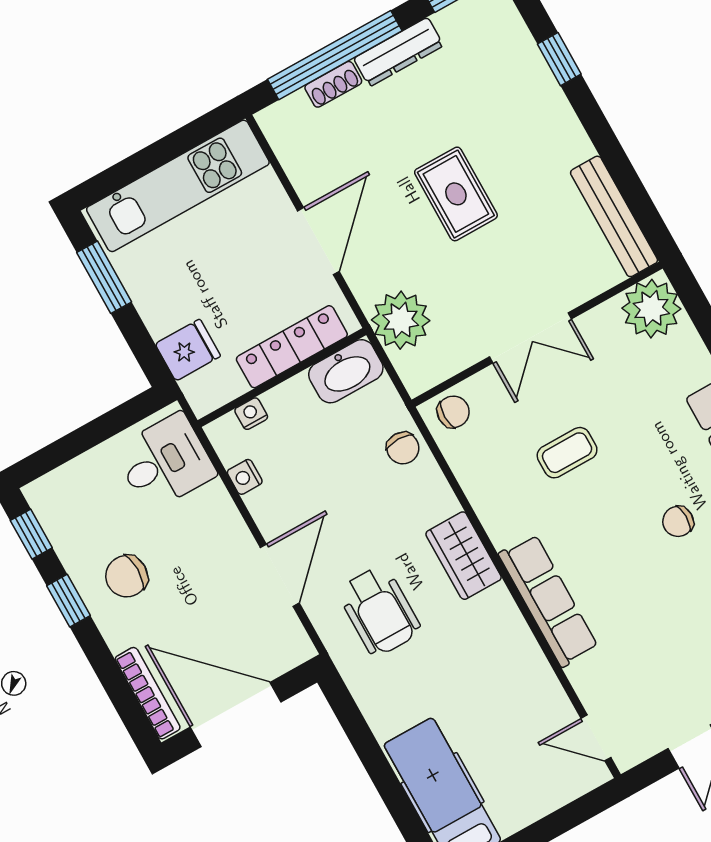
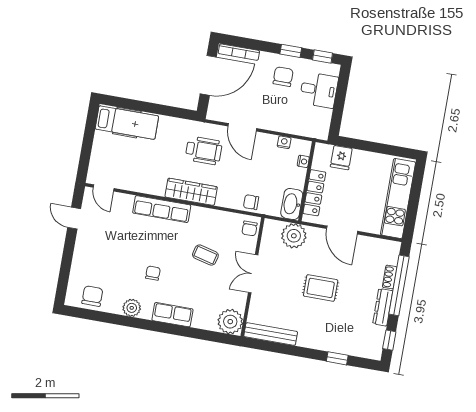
window: (104, 277) -> (388, 150), removed
coffee table: (567, 453) -> (205, 255), turned -76
desk: (165, 462) -> (319, 90), moved, turned -90
wardrobe: (464, 556) -> (191, 192), width x1.50
wheelchair: (379, 611) -> (204, 151), turned 180
door: (596, 738) -> (104, 188), swing flipped

